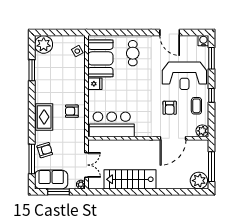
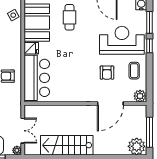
reception desk: (184, 76) -> (122, 40), turned 180
window: (212, 95) -> (149, 46), moved
bar counter: (112, 124) -> (37, 78), moved, turned 90

